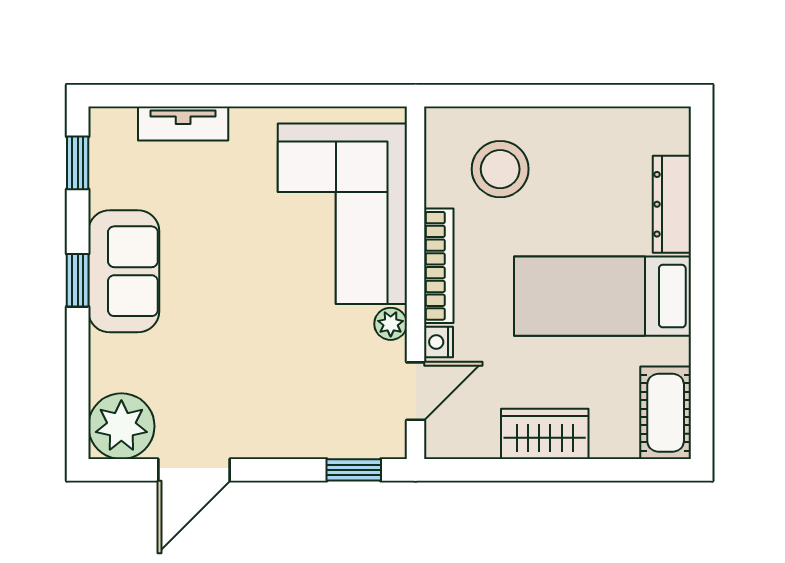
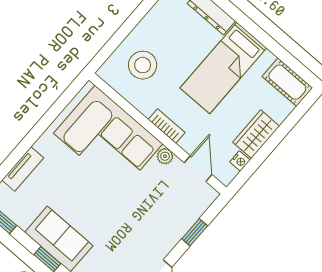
bookcase: (439, 266) -> (167, 126), width x0.64
nightstand: (438, 342) -> (240, 161), moved, turned -90
window: (354, 470) -> (195, 232), moved

